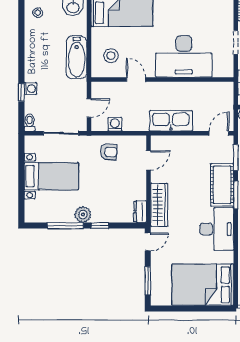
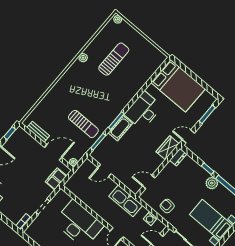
kitchen sink: (171, 121) -> (126, 201), moved
door: (219, 133) -> (104, 171), moved
cot: (222, 185) -> (120, 128), width x0.73, depth x0.75
wardrobe: (159, 205) -> (168, 148), width x0.67

